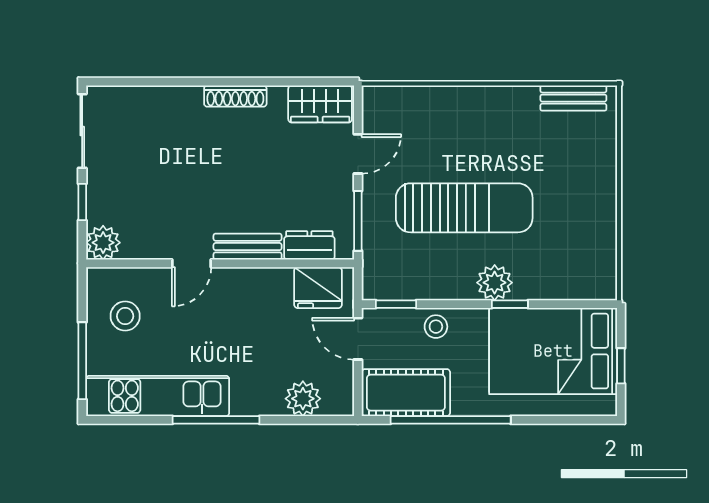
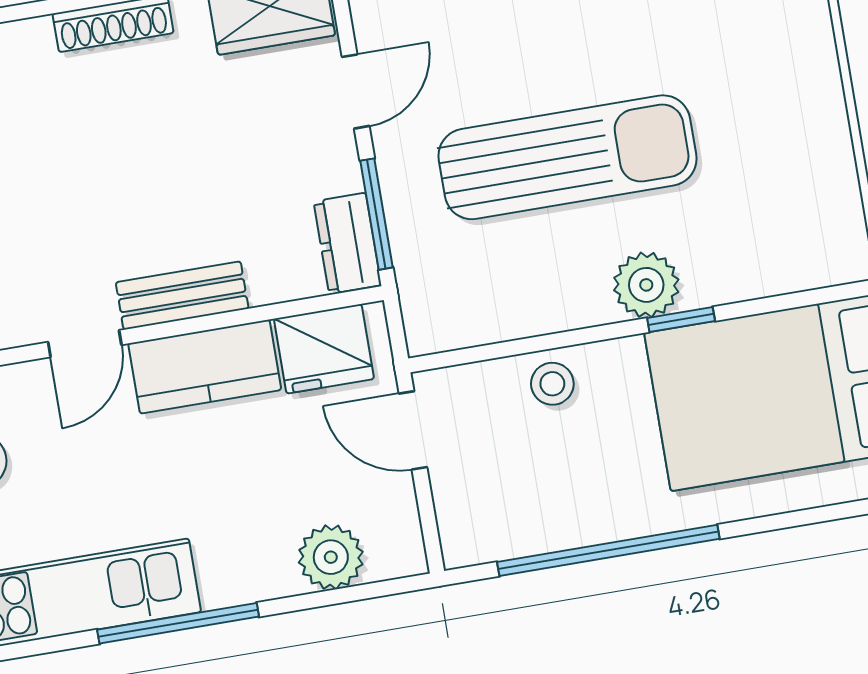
dresser: (309, 245) -> (347, 243), moved, turned -90
kitchen counter: (253, 286) -> (205, 367), added
window: (396, 304) -> (472, 355), removed
cot: (406, 393) -> (518, 514), removed

